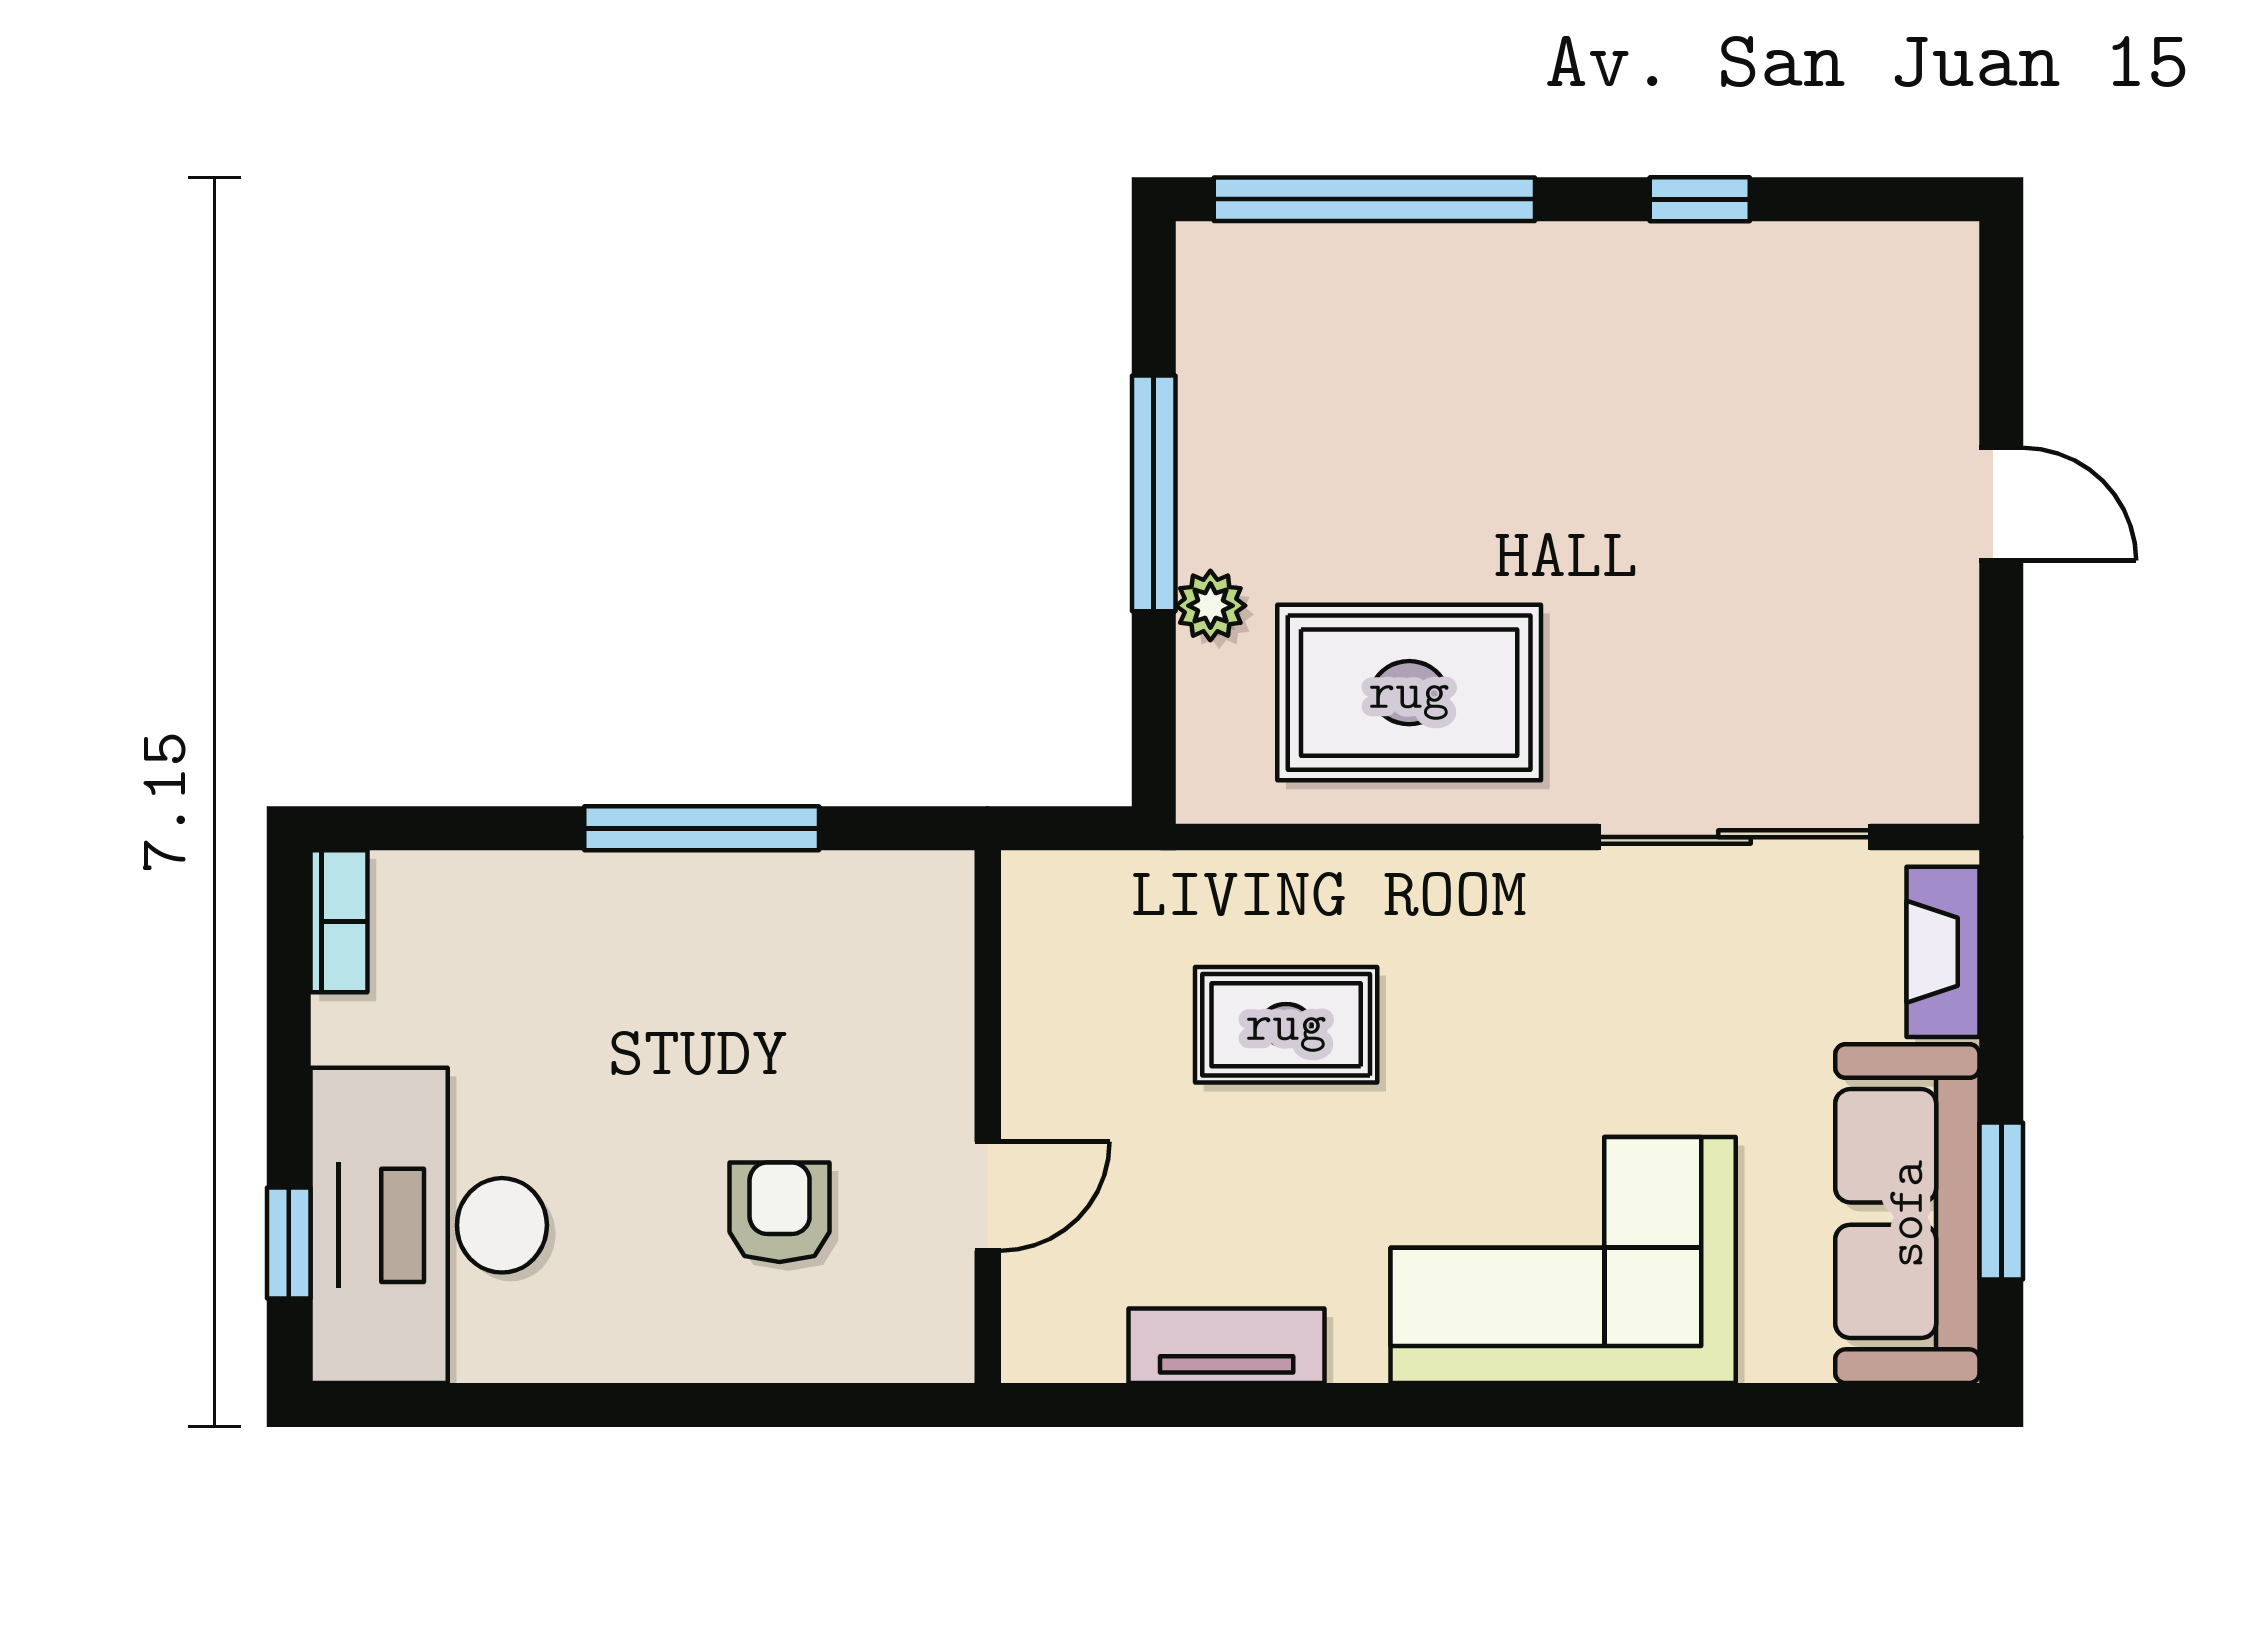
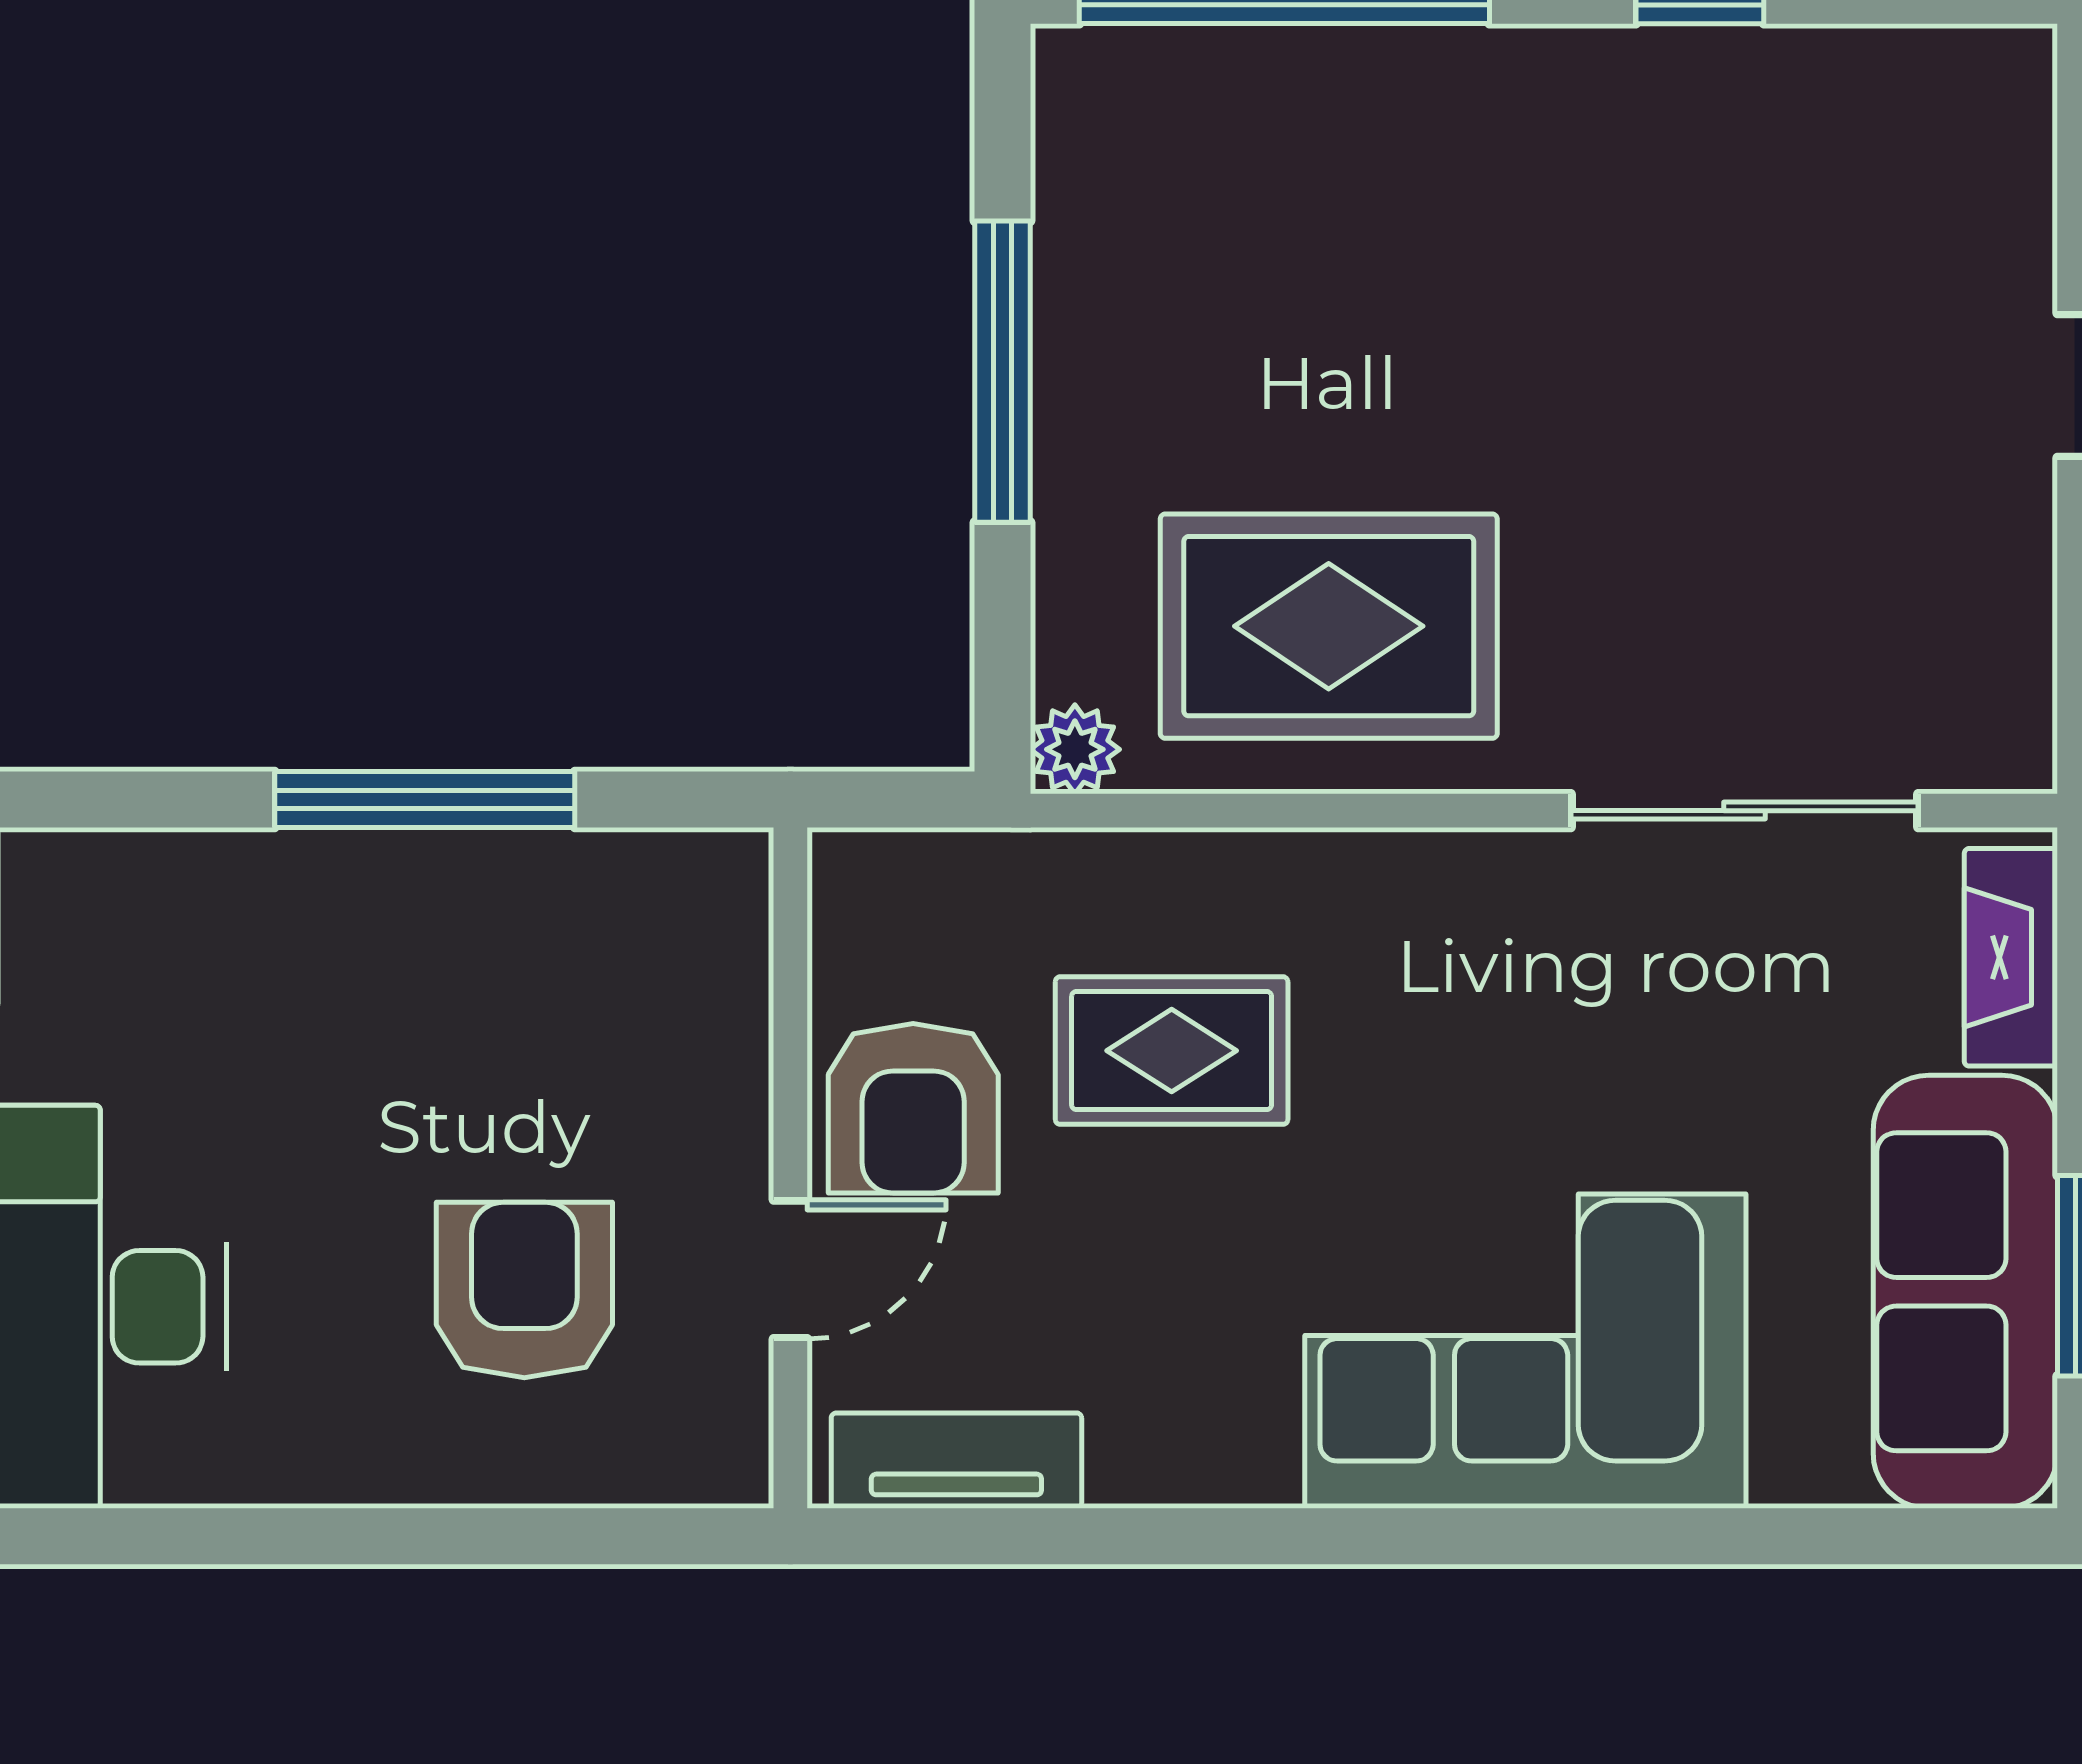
plant: (1210, 606) -> (1075, 749), moved
armchair: (1084, 1070) -> (913, 1108), added
armchair: (780, 1212) -> (524, 1290), width x1.38, depth x1.38
tv unit: (1227, 1346) -> (956, 1461), moved

